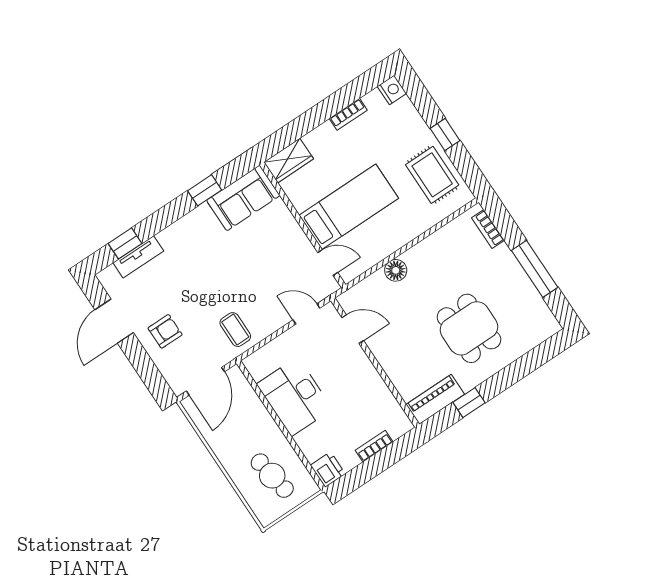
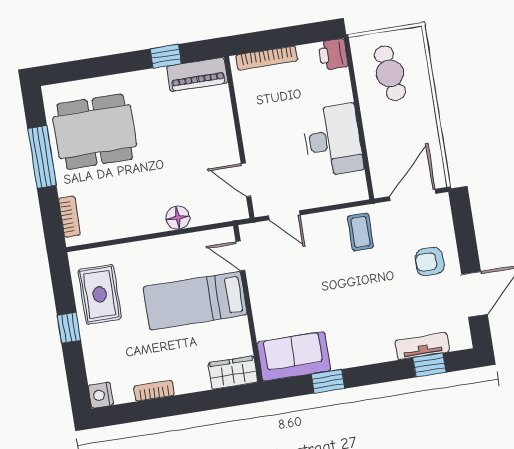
dining table: (469, 328) -> (95, 132), moved, width x1.37
bookcase: (374, 446) -> (267, 58), width x1.56

